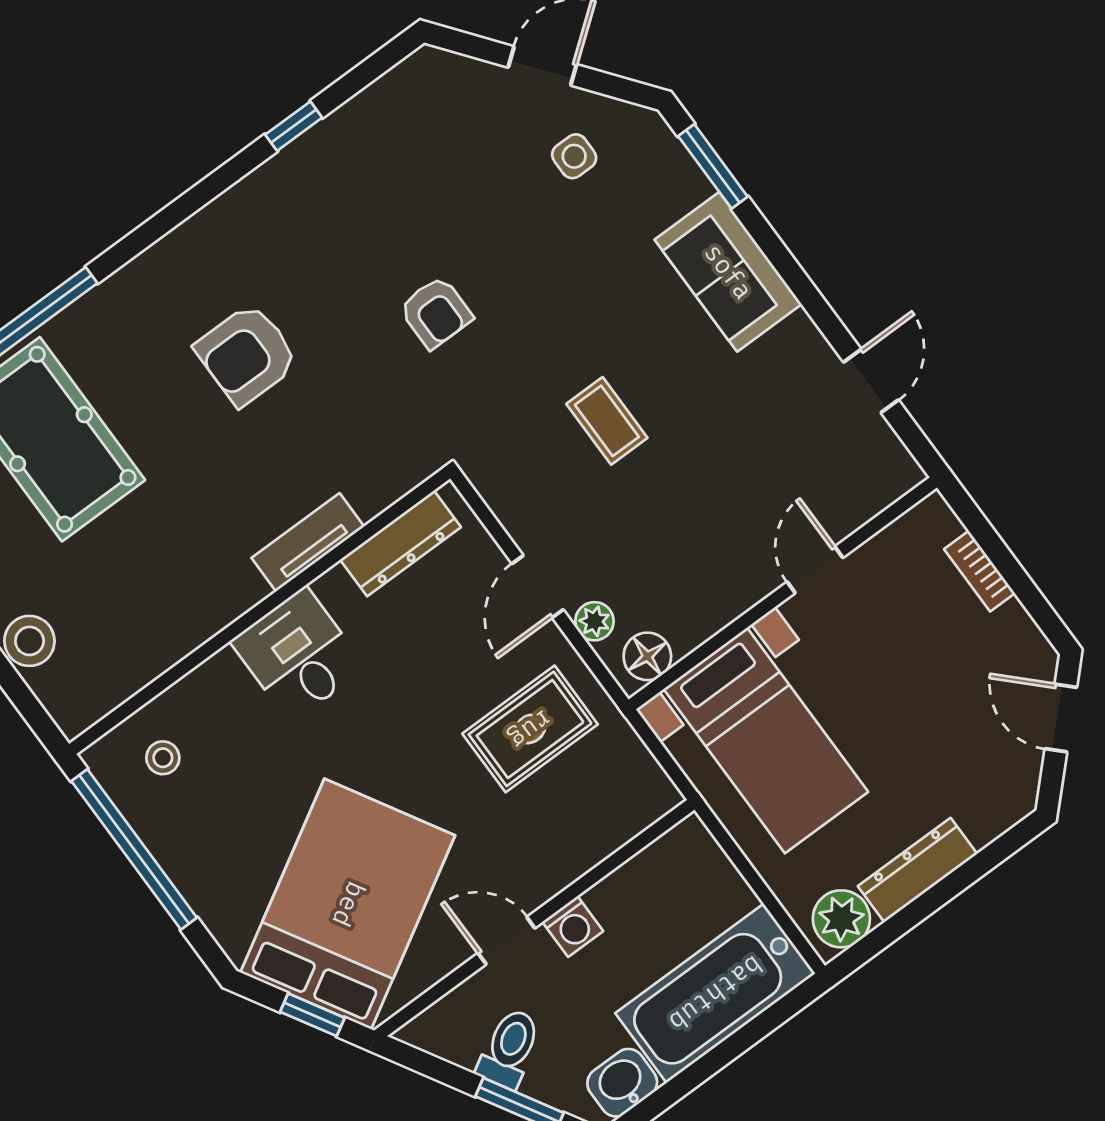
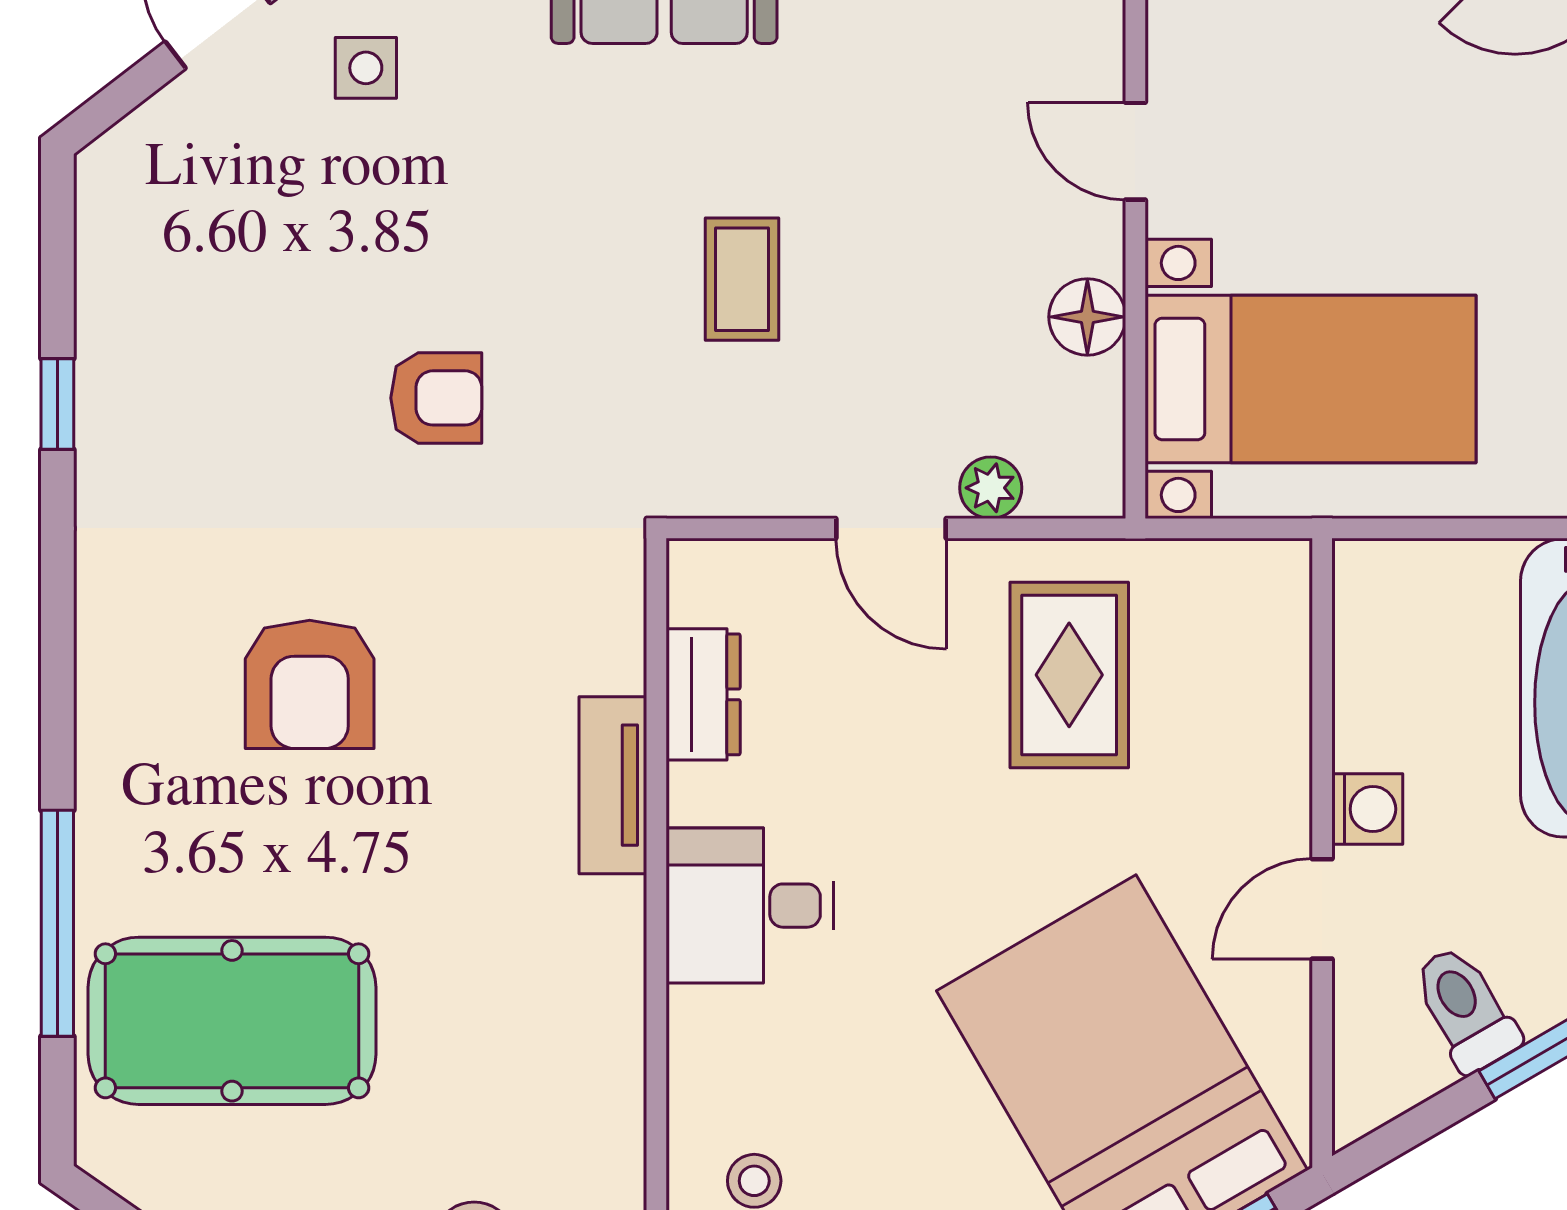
coffee table: (607, 421) -> (742, 279), turned 90
dresser: (400, 543) -> (703, 694), width x0.70
floor lamp: (647, 656) -> (1087, 317), moved

